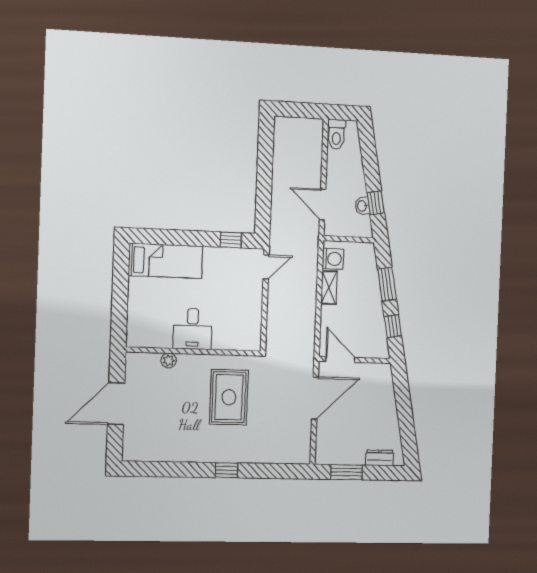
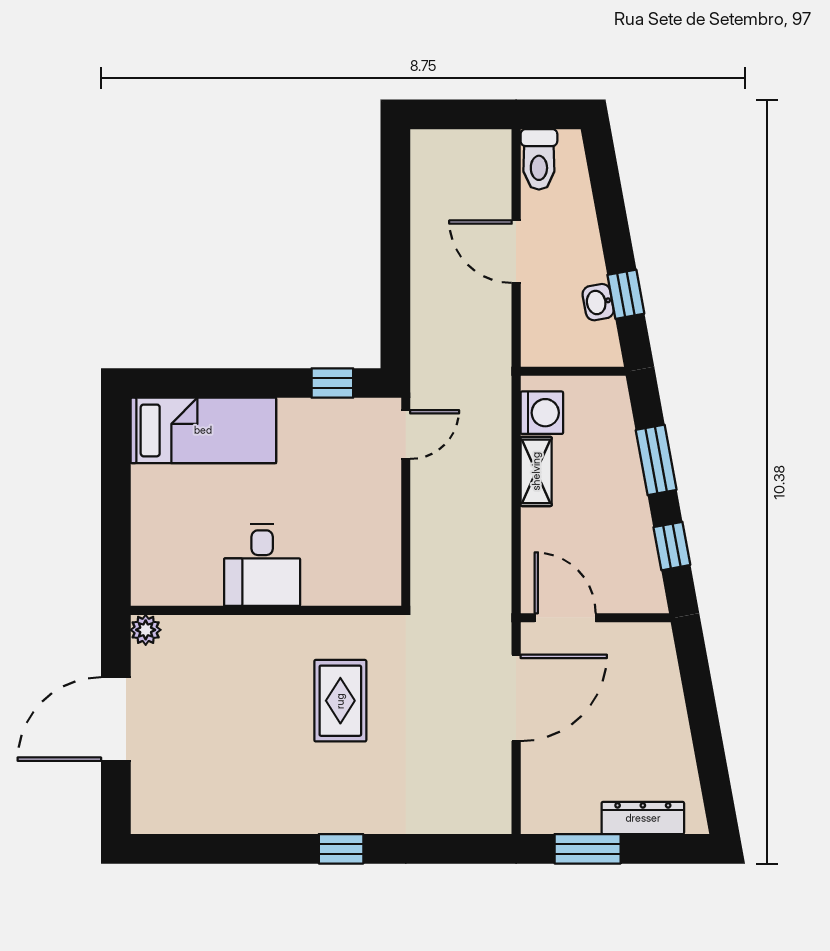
door: (323, 204) -> (516, 252), moved
plant: (169, 360) -> (146, 630), moved
rug: (229, 397) -> (340, 701), width x0.73, depth x0.70
dresser: (380, 458) -> (643, 818), width x1.44

